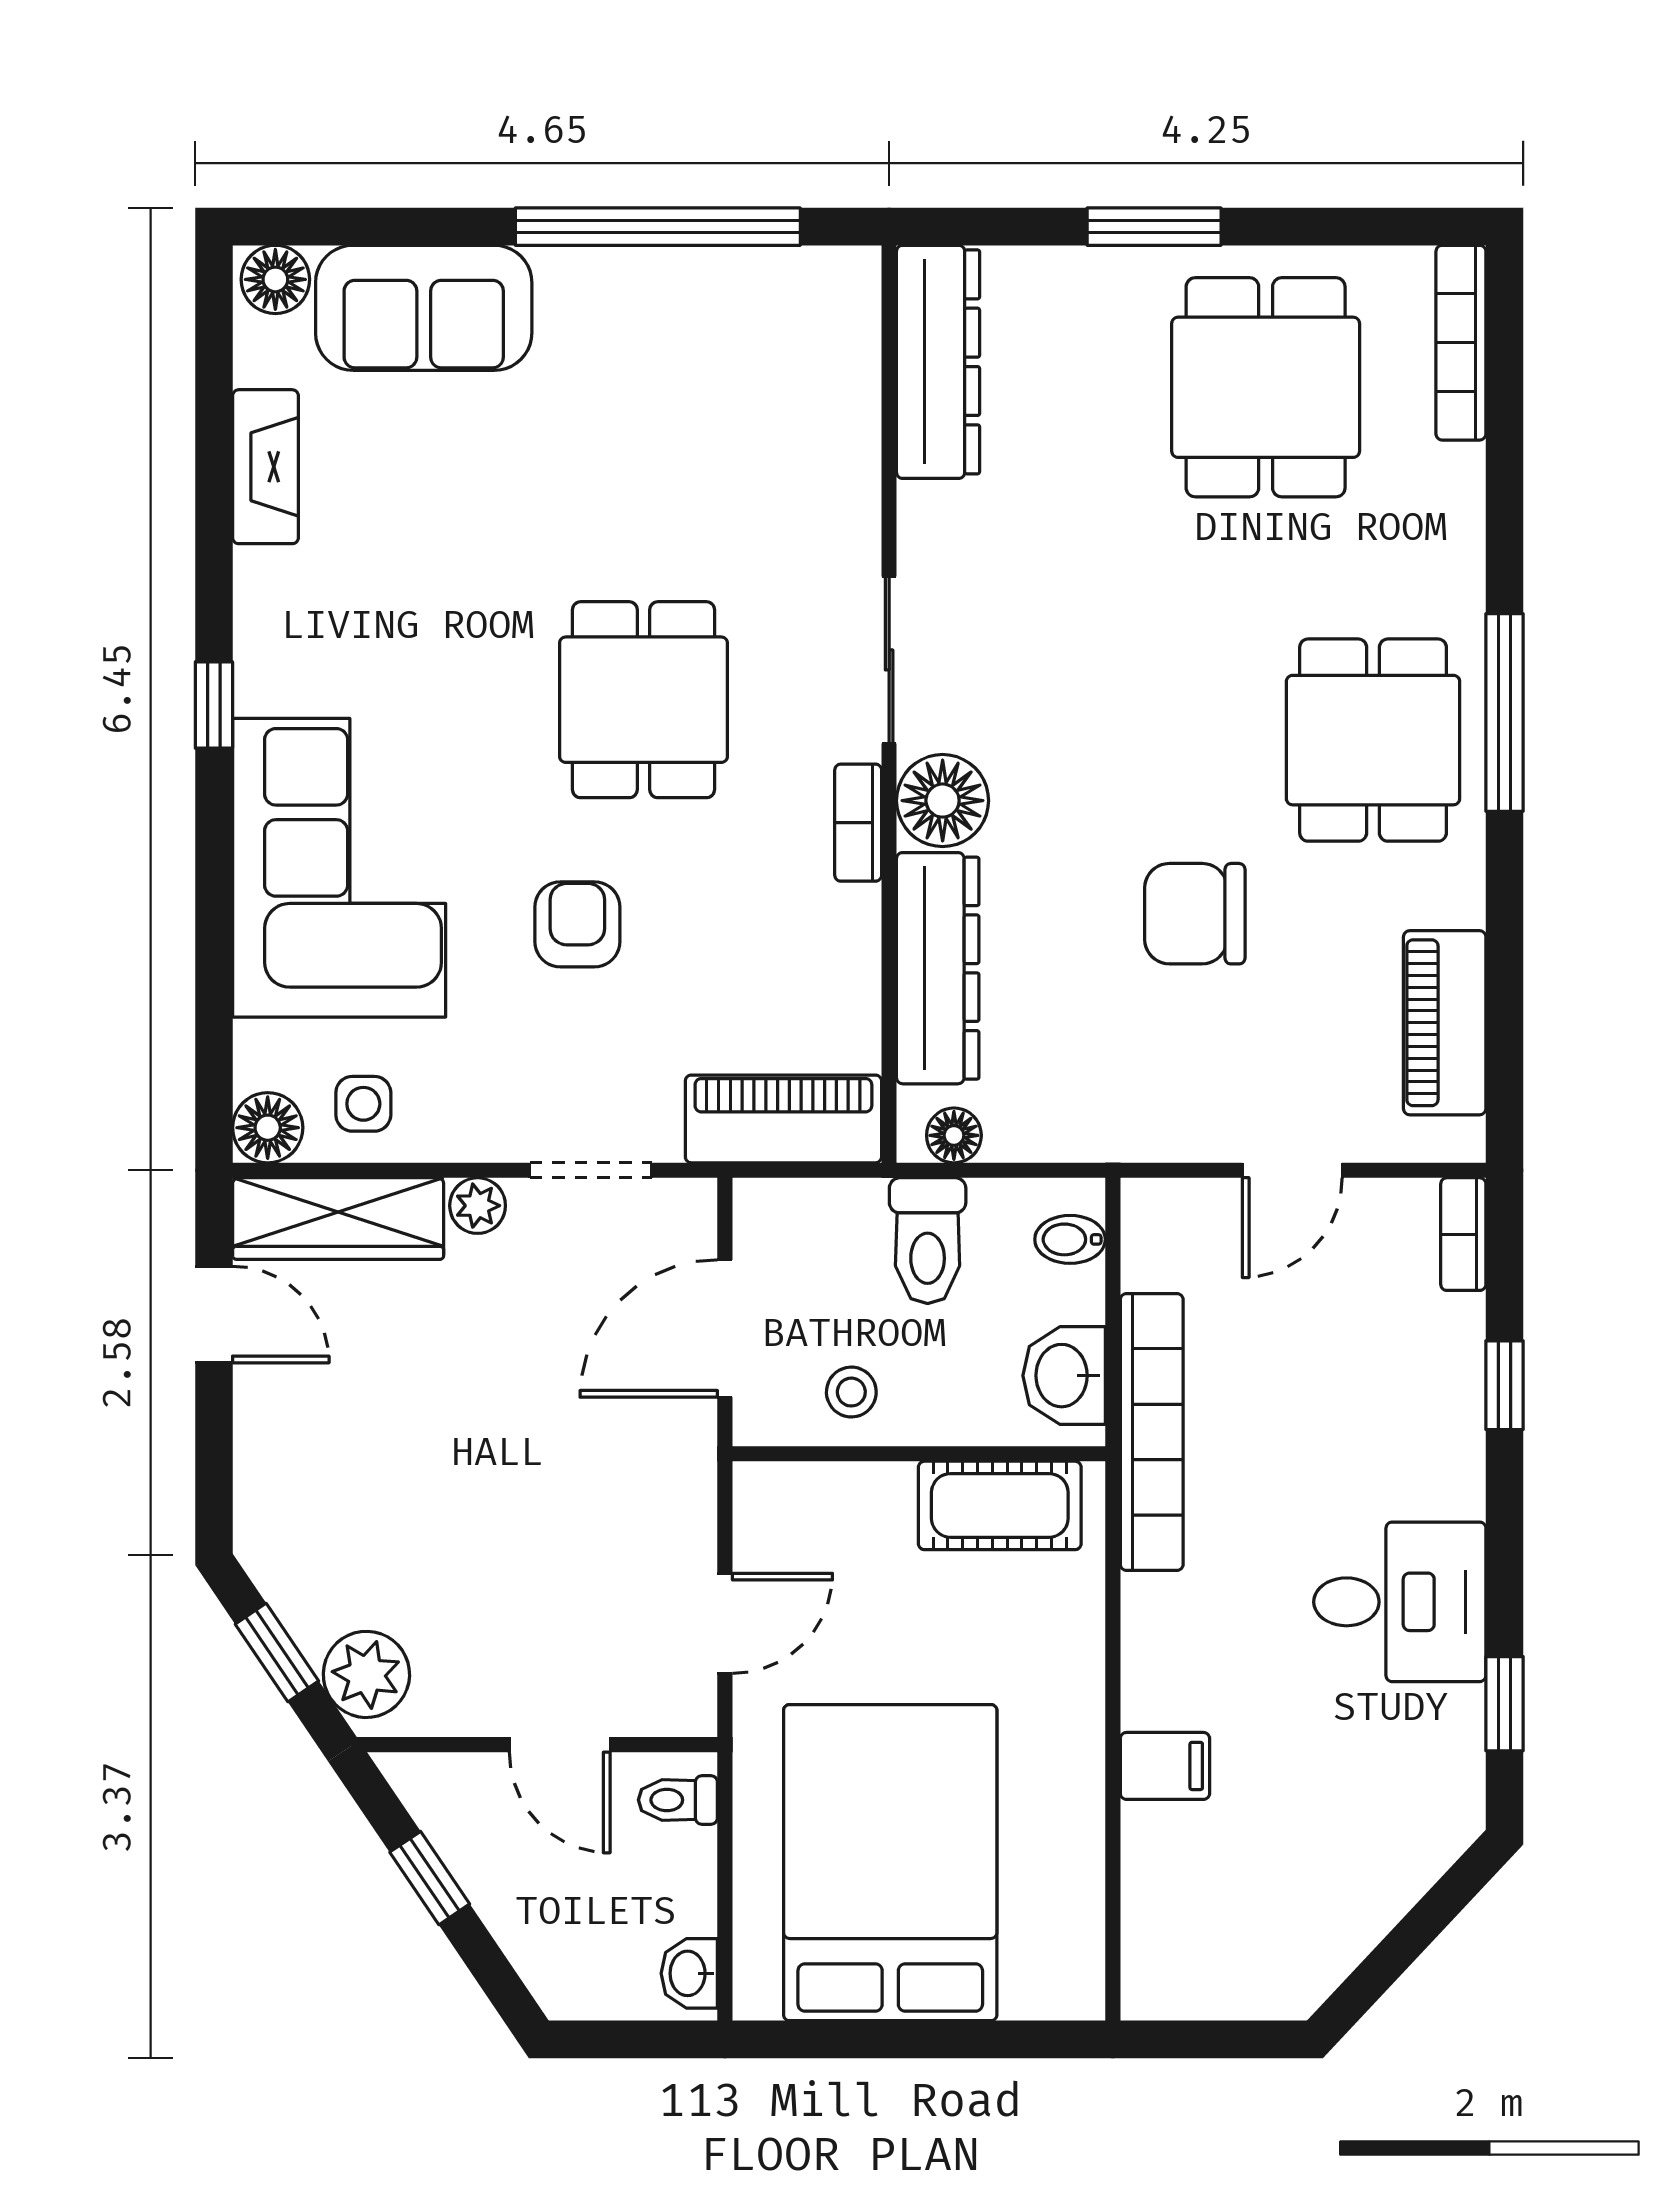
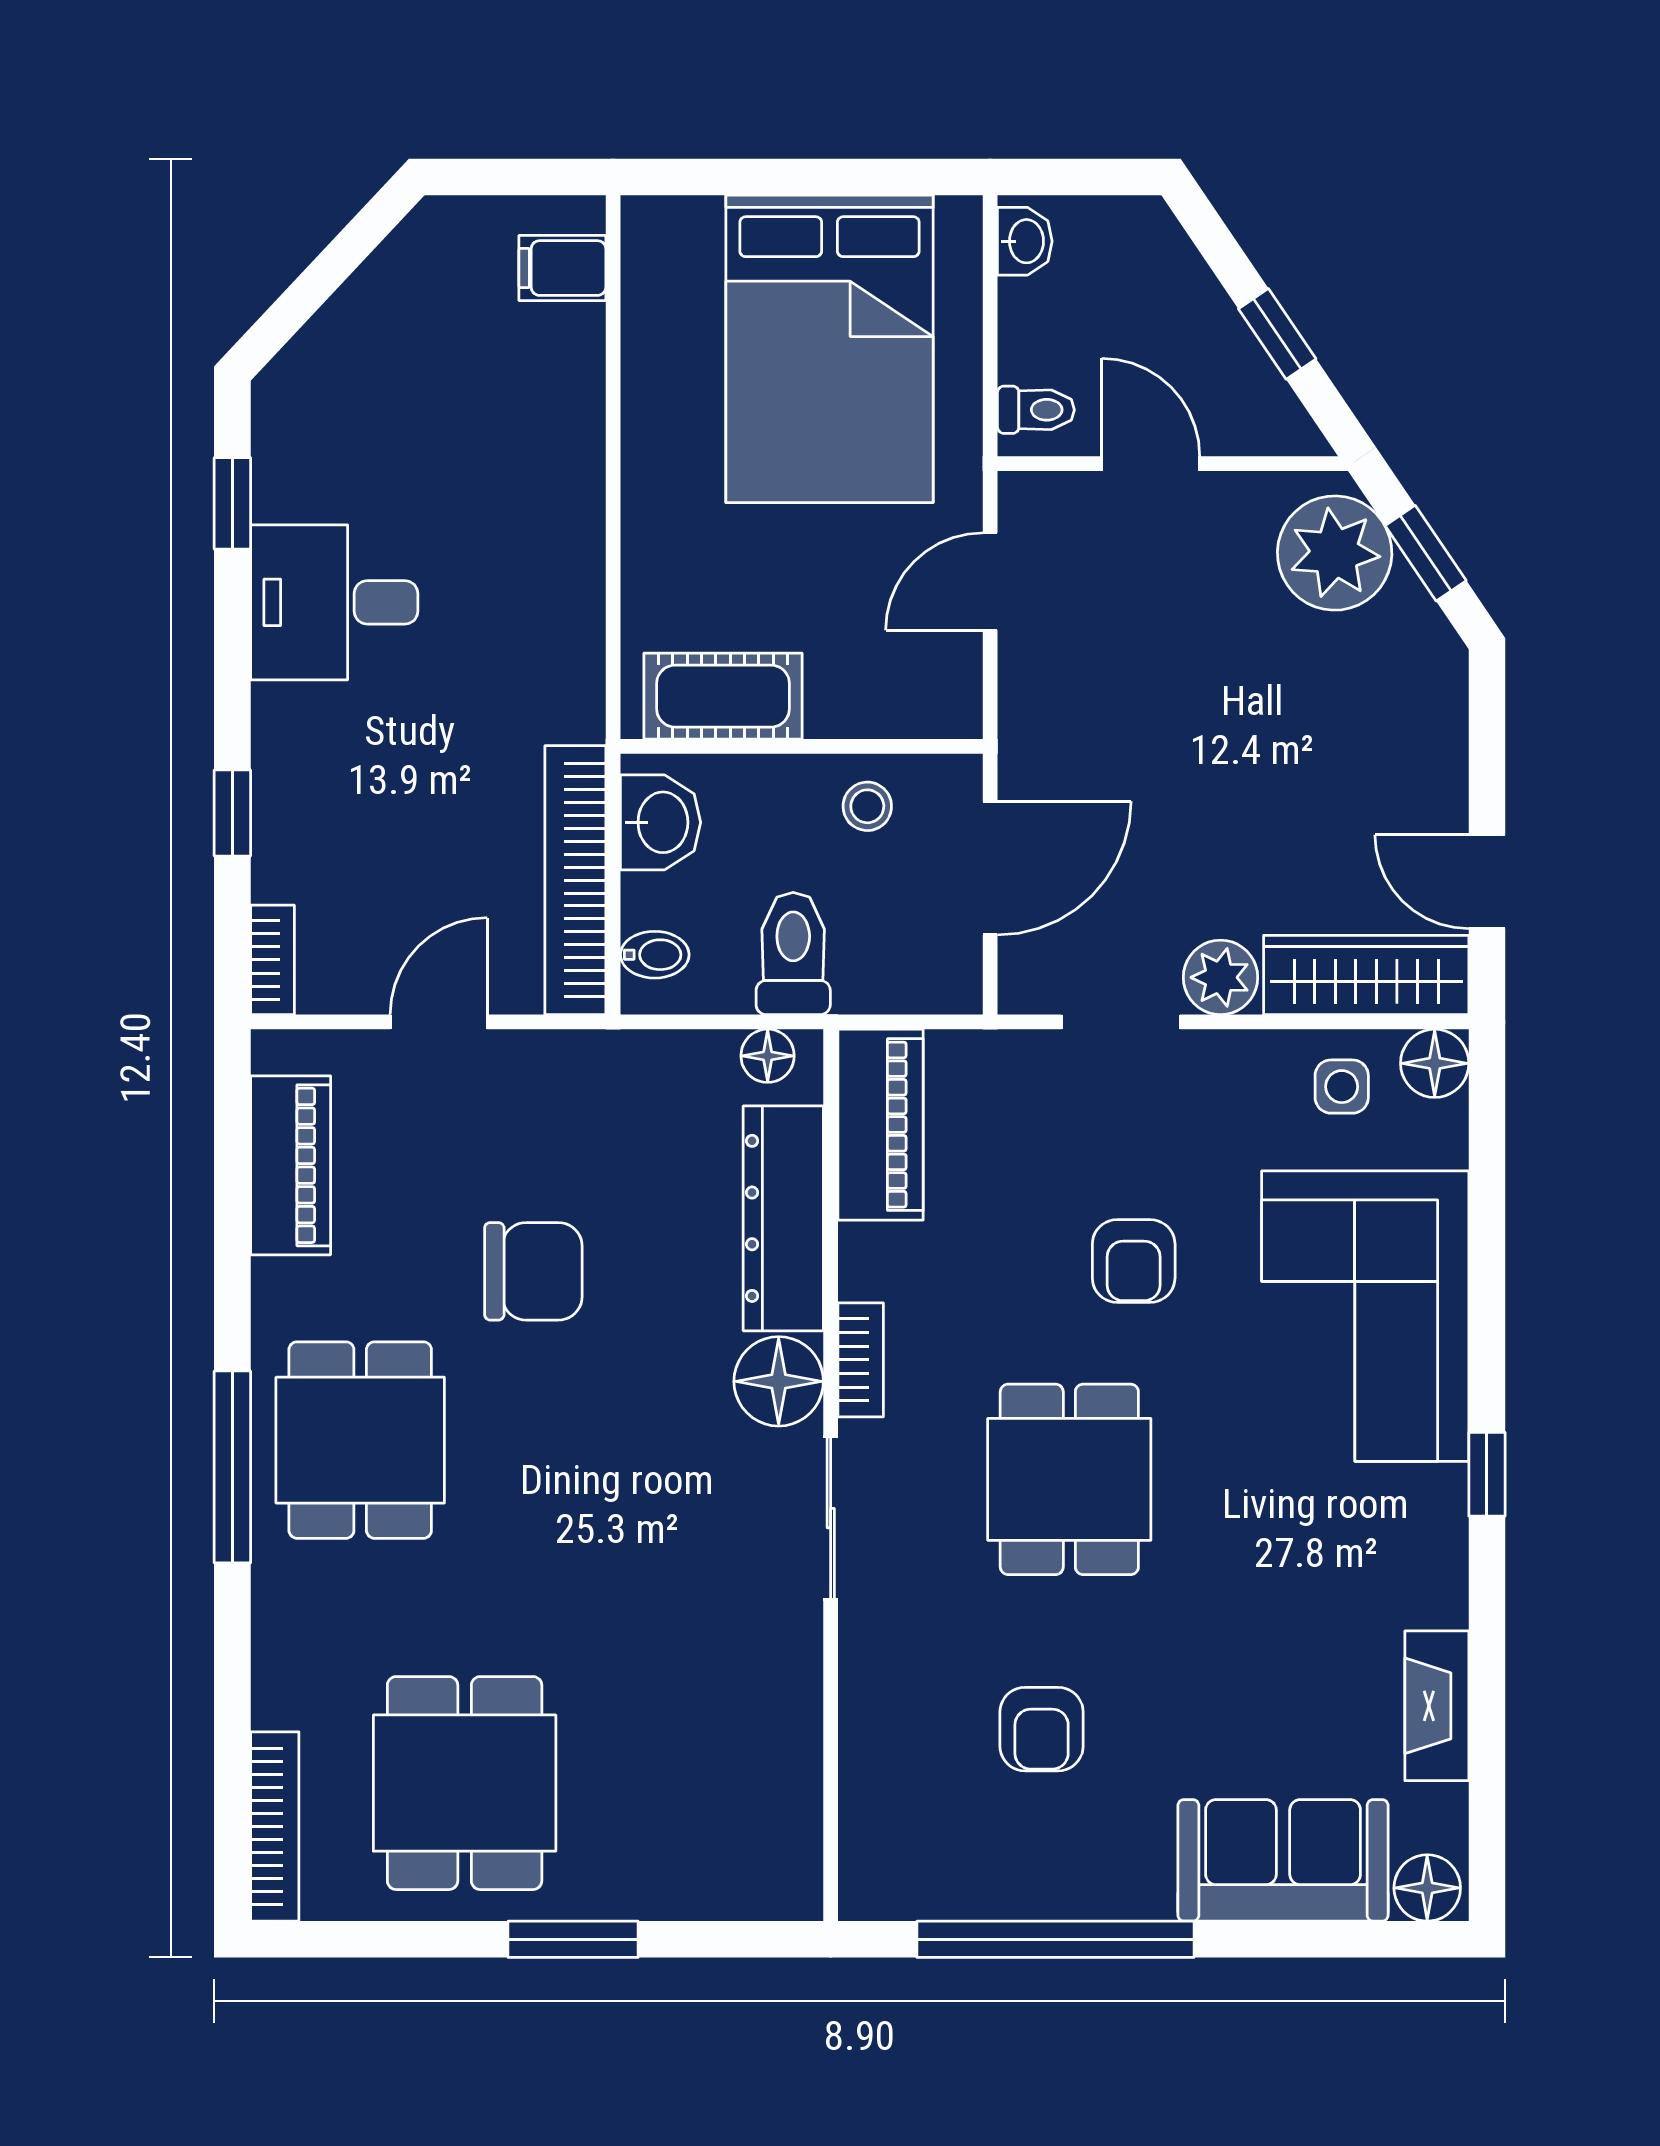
dresser: (938, 362) -> (783, 1808), removed
armchair: (672, 443) -> (1042, 1729), added
piano: (783, 1119) -> (881, 1125), moved, turned -90
plant: (478, 1206) -> (1220, 977), width x1.38, depth x1.38
bookcase: (1152, 1432) -> (575, 880), moved
plant: (366, 1674) -> (1335, 553), width x1.36, depth x1.36
filing cabinet: (1165, 1766) -> (562, 268), moved

